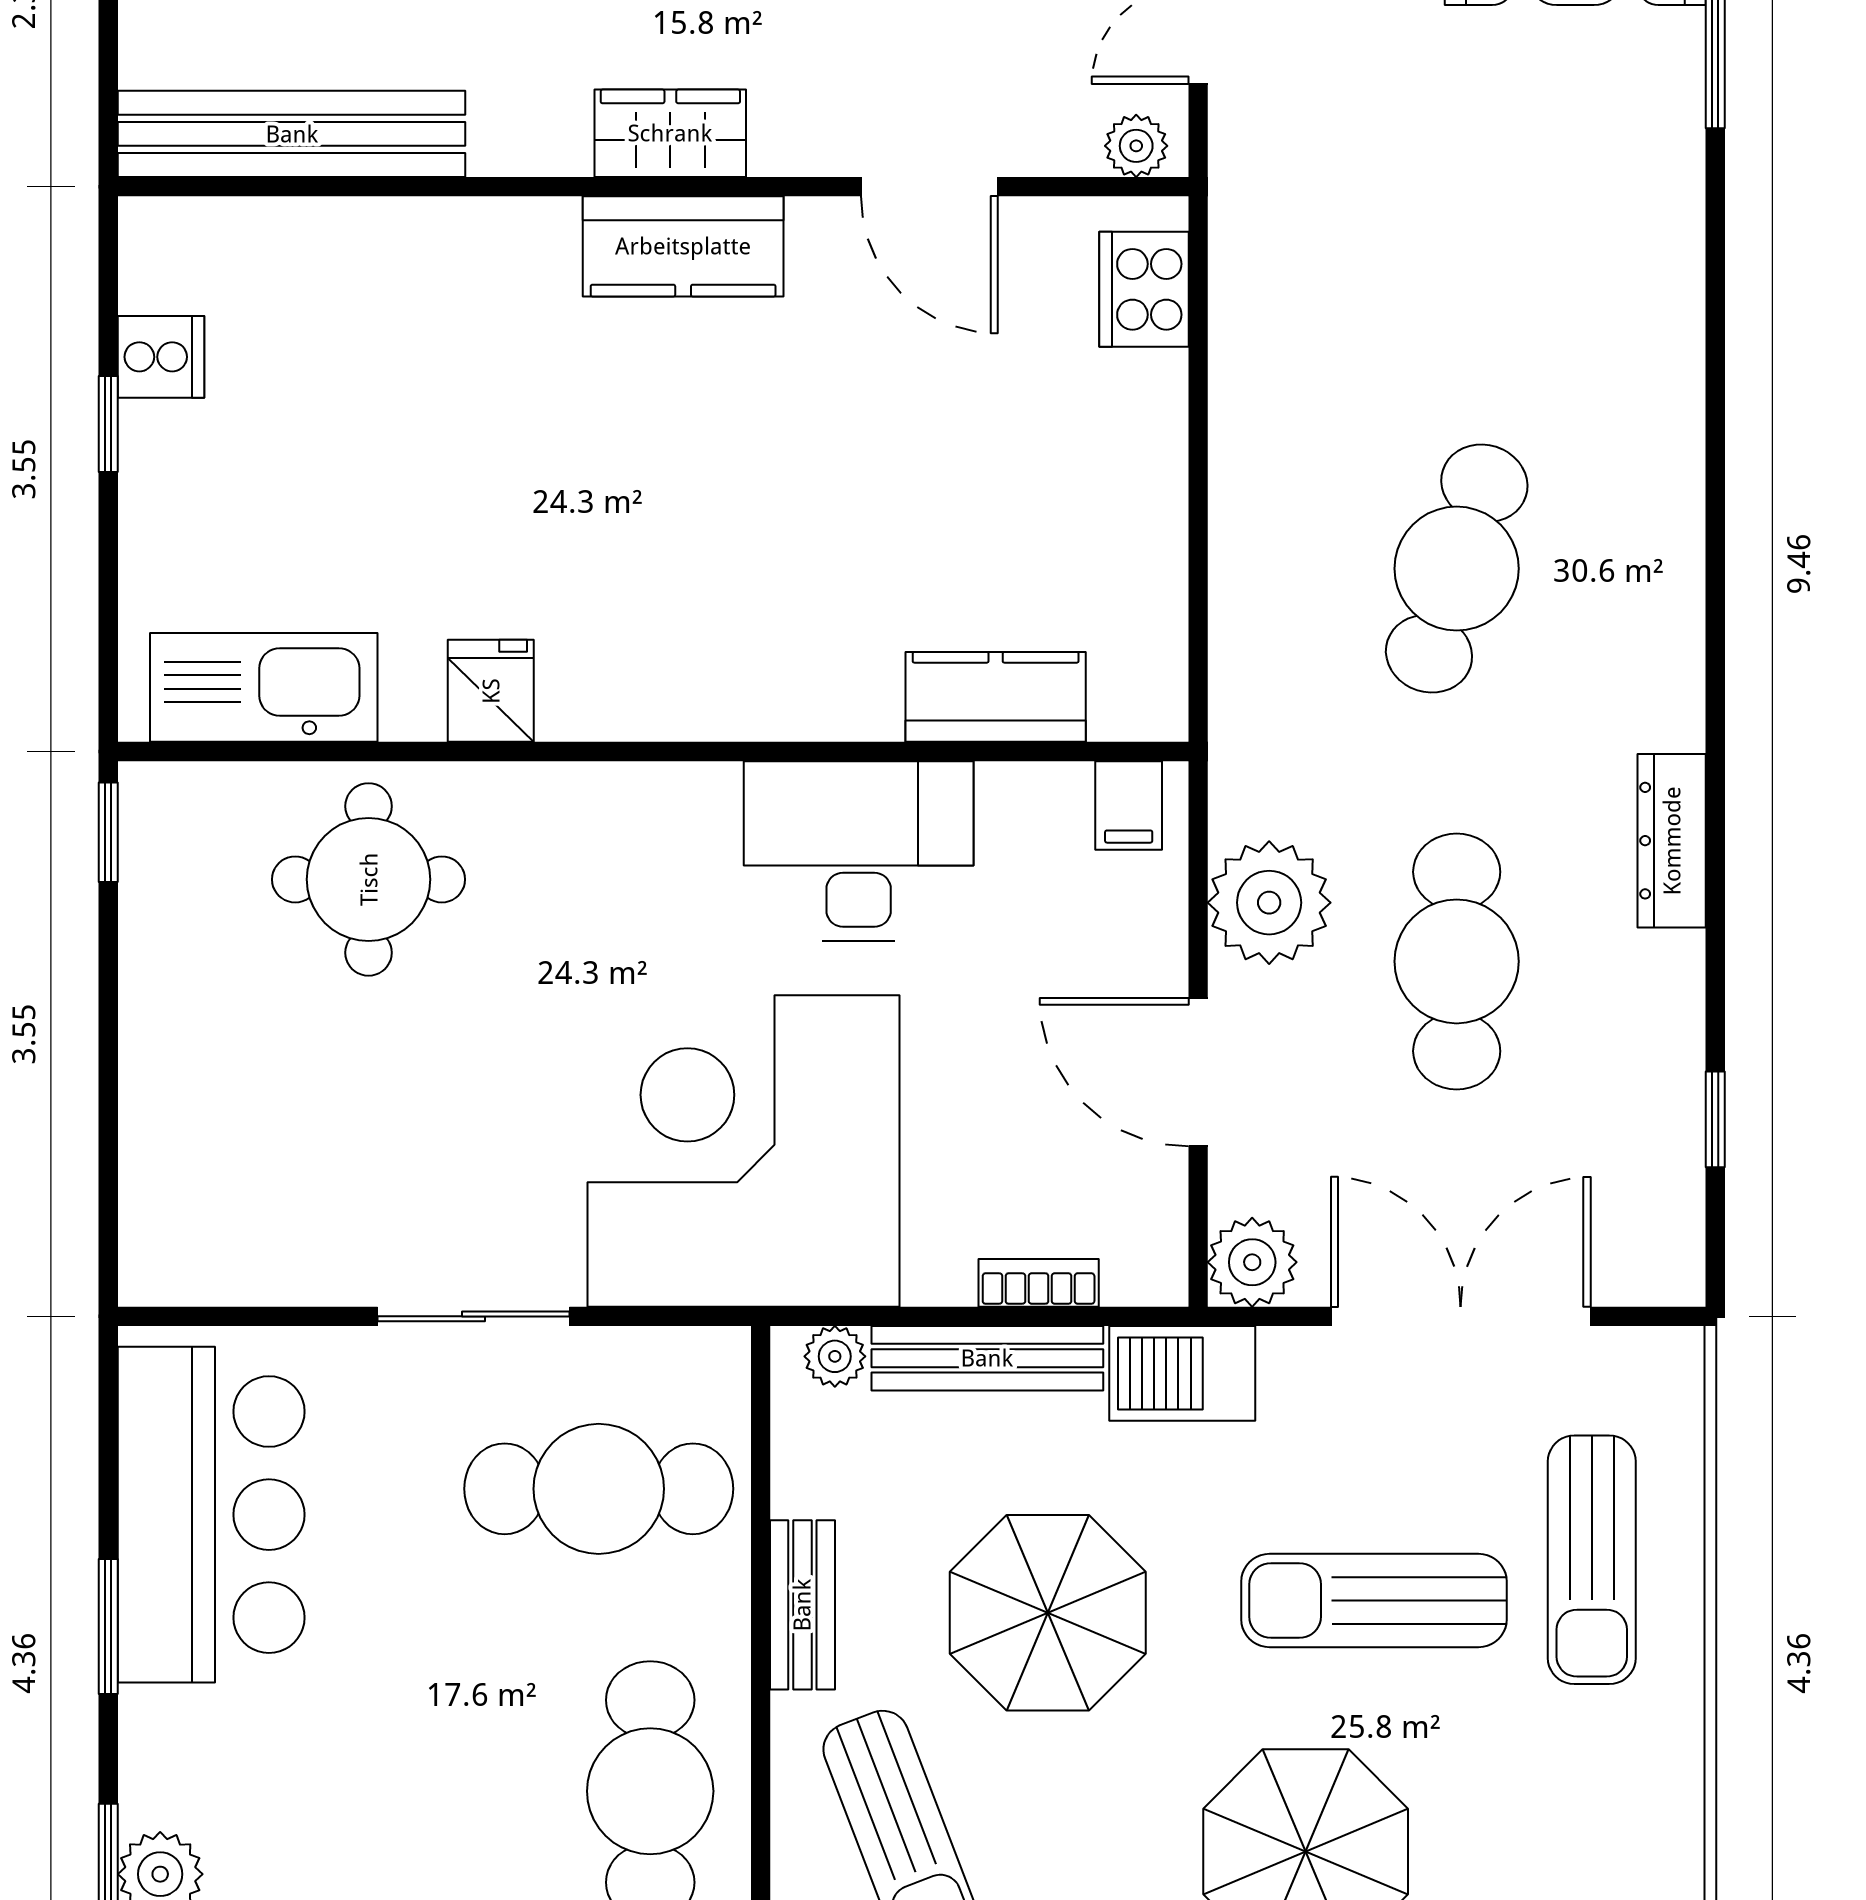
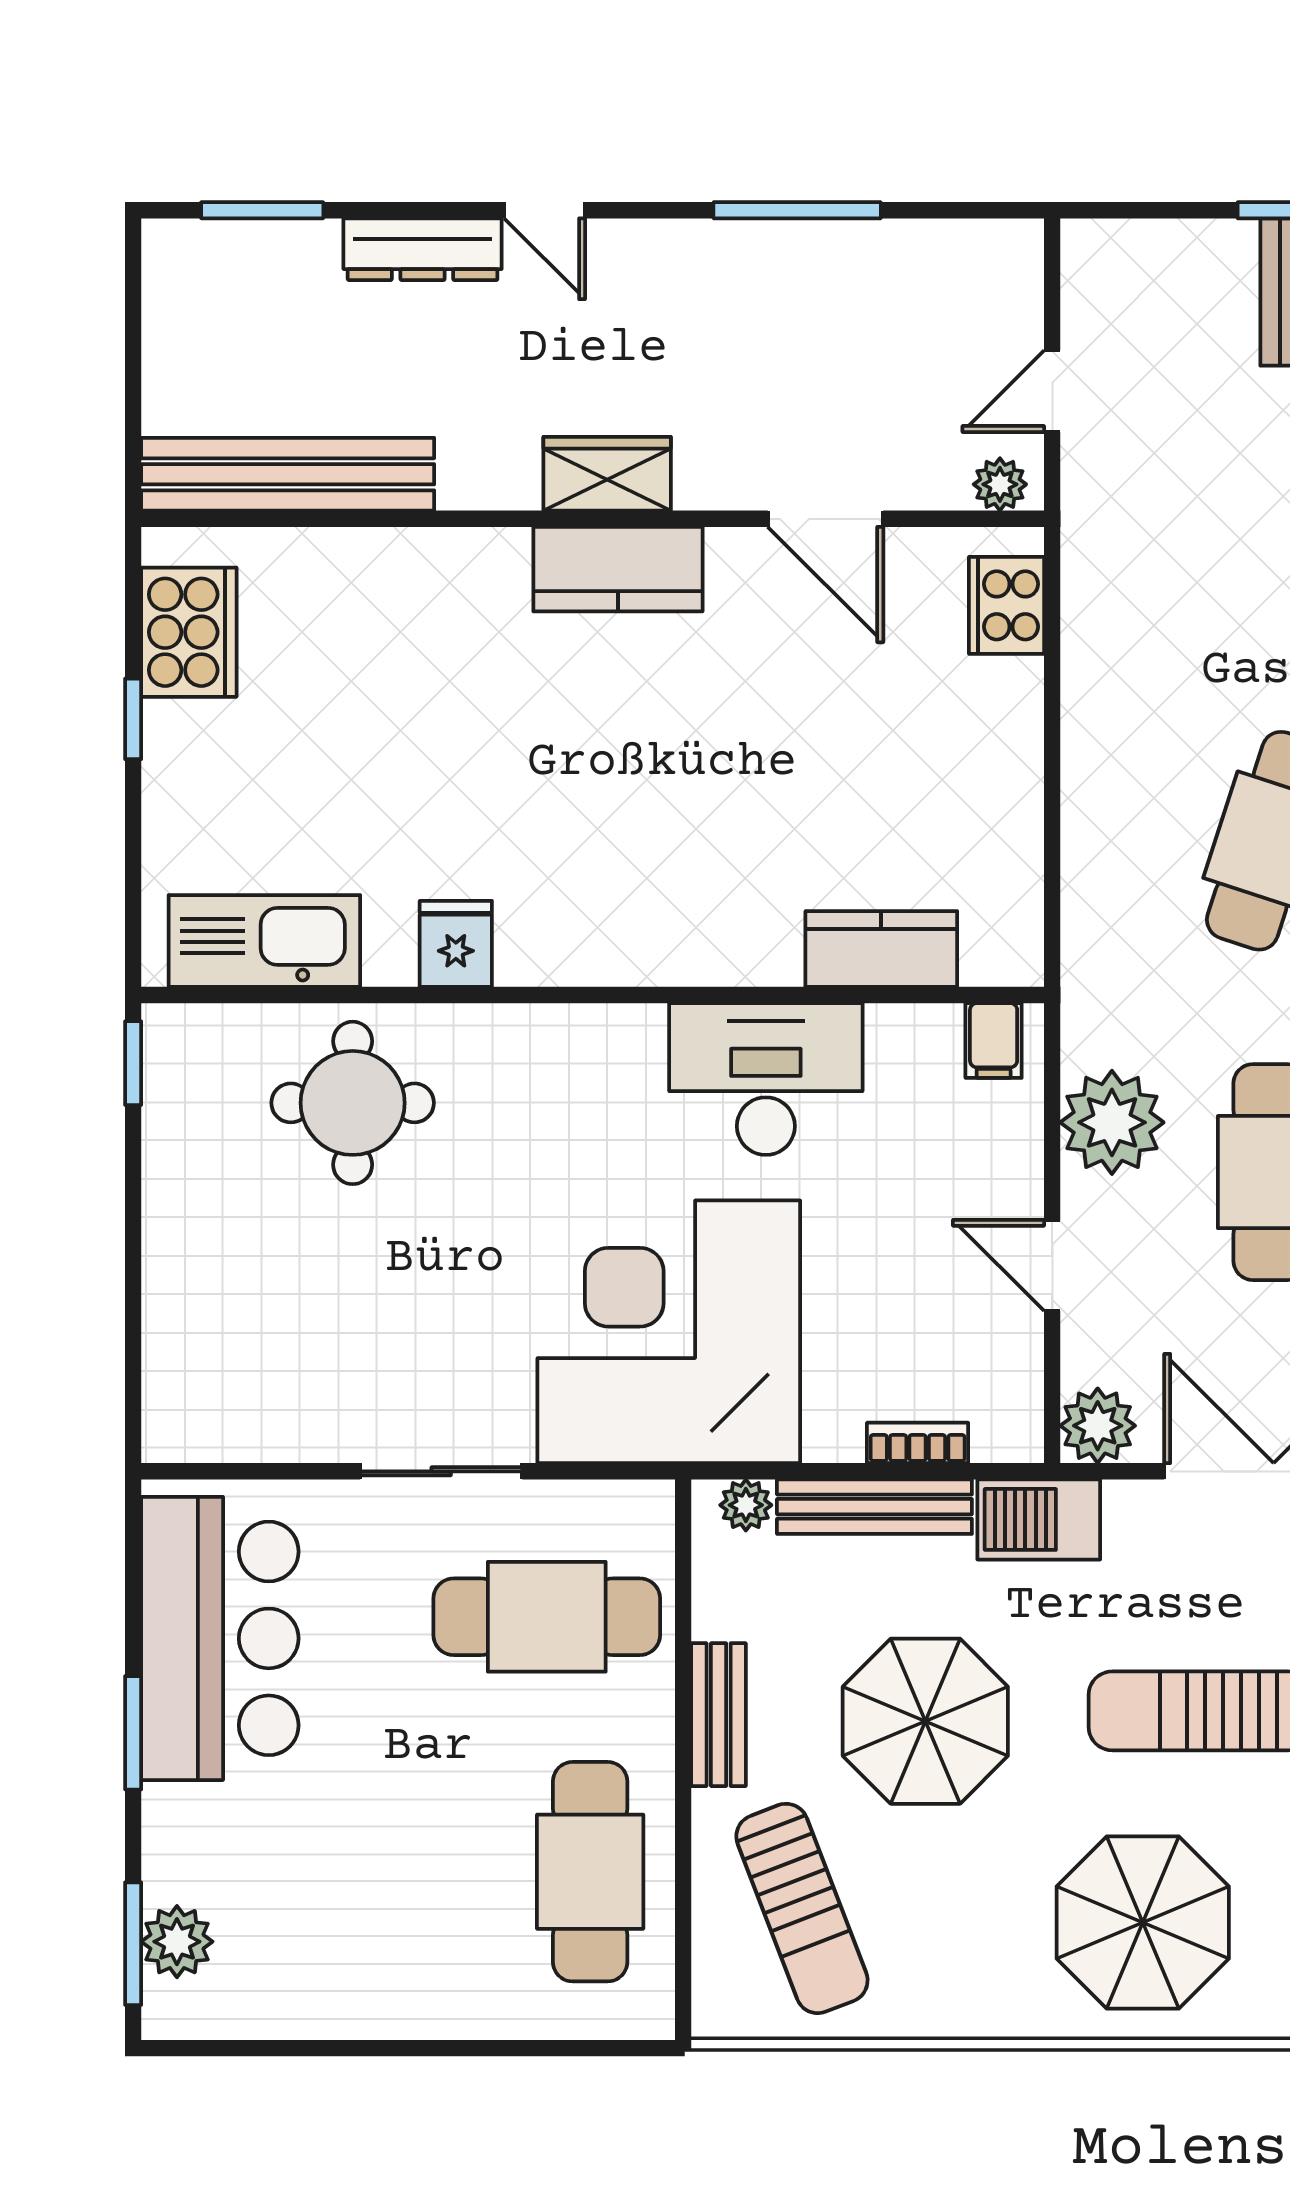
cooker: (161, 357) -> (189, 632), width x1.87, depth x1.31
door: (1198, 1072) -> (1052, 1265), width x0.73

